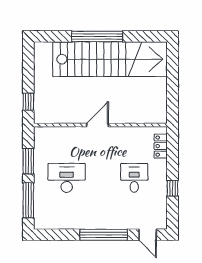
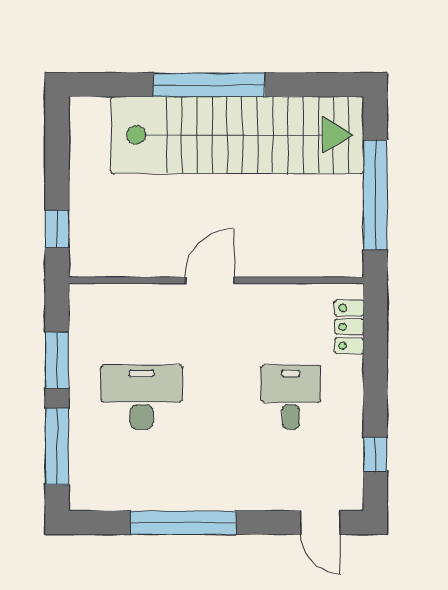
window: (172, 86) -> (375, 195), added
window: (172, 188) -> (375, 455), moved
window: (104, 235) -> (183, 523), moved

